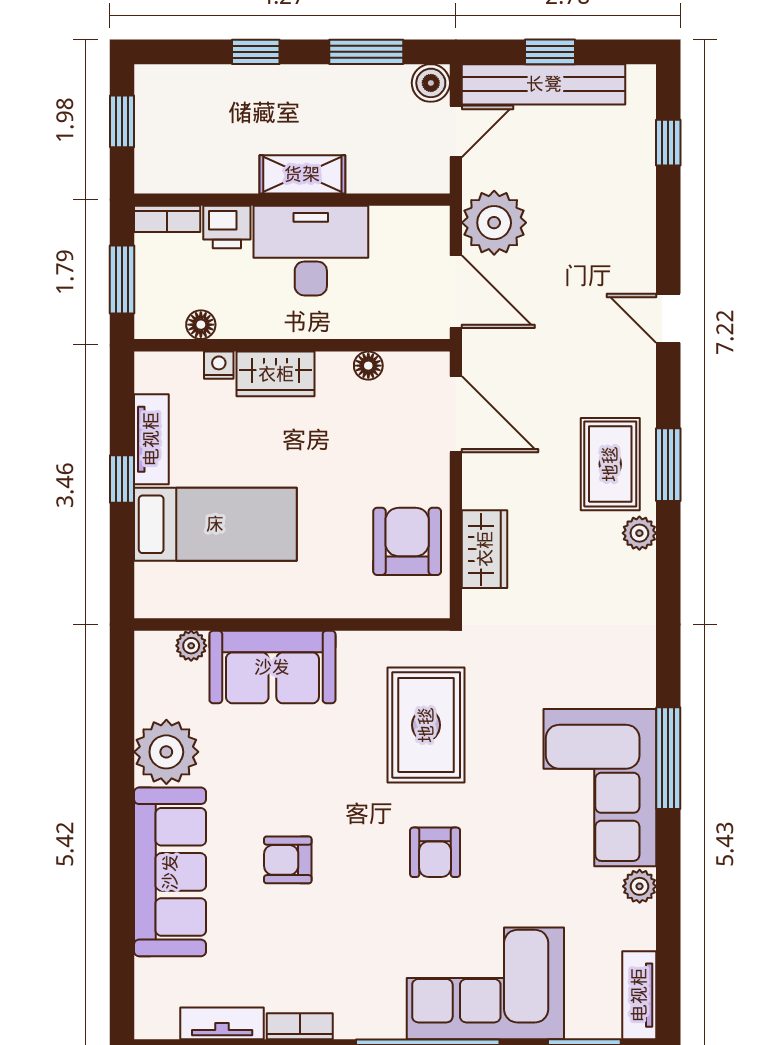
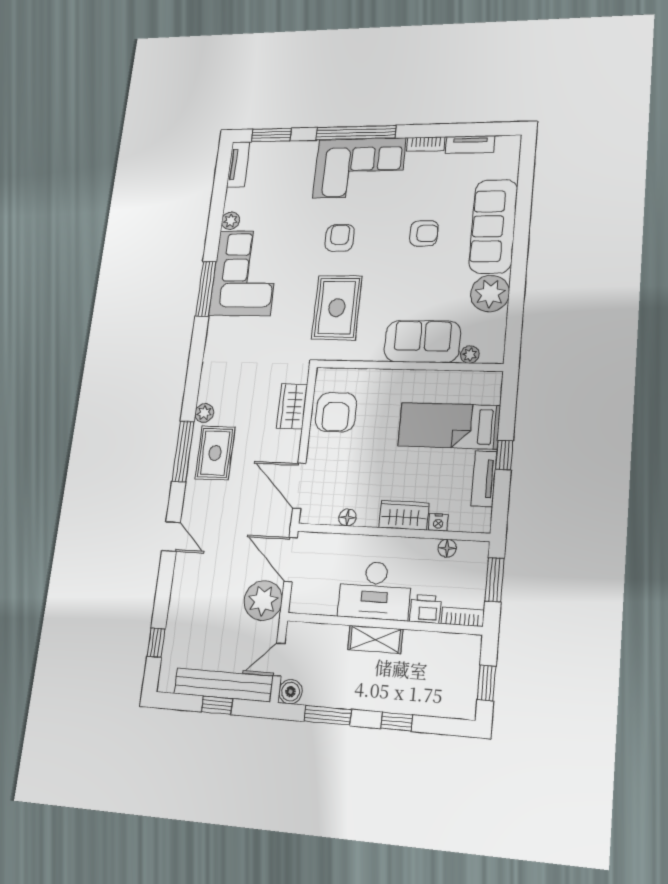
window: (668, 465) -> (183, 451), width x1.44
corner sofa: (485, 983) -> (359, 168), moved

